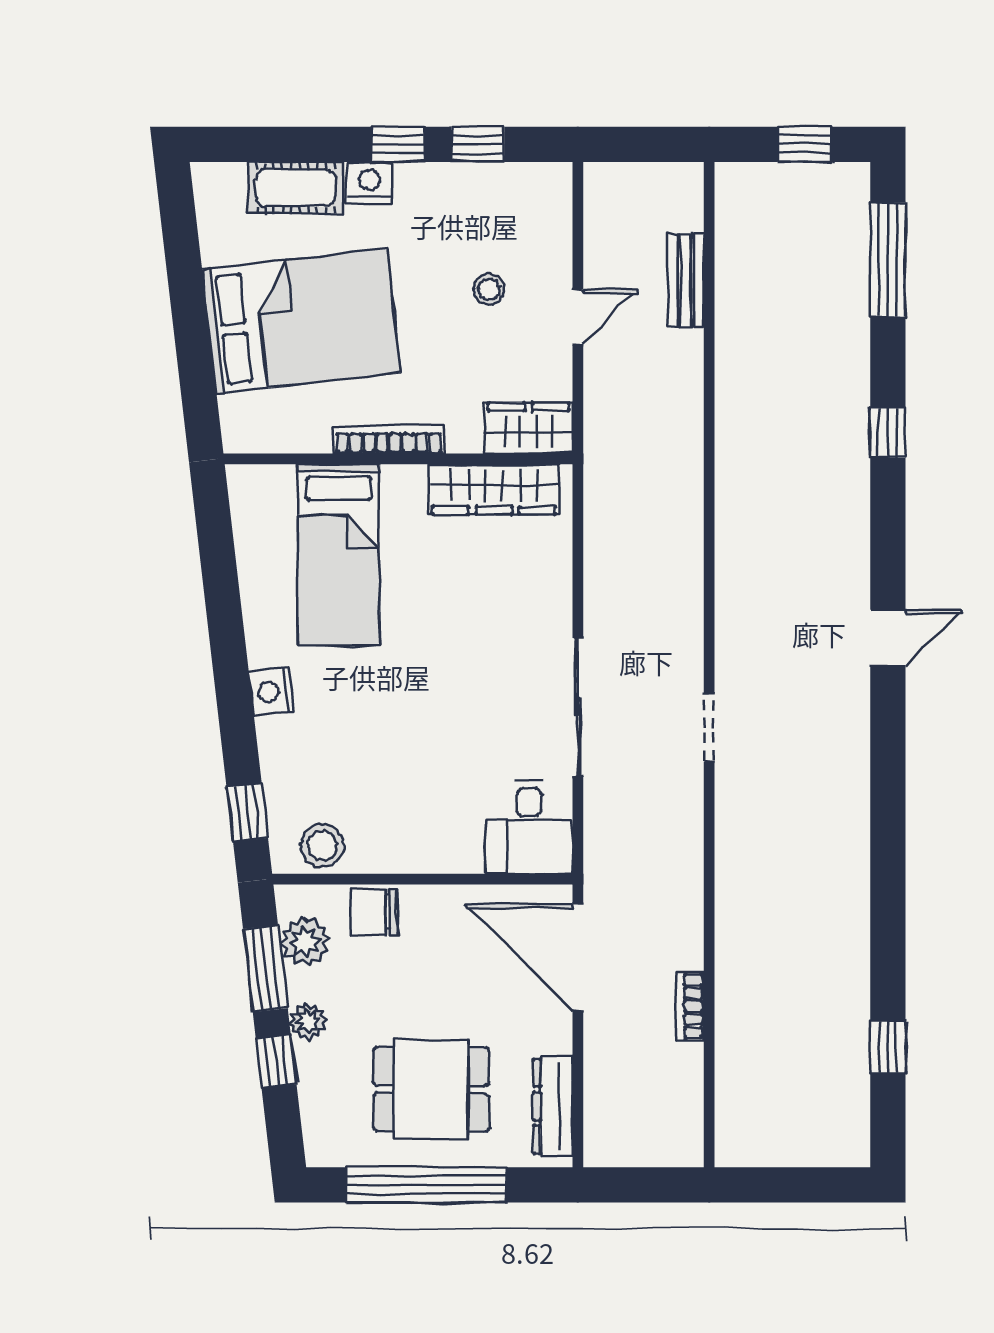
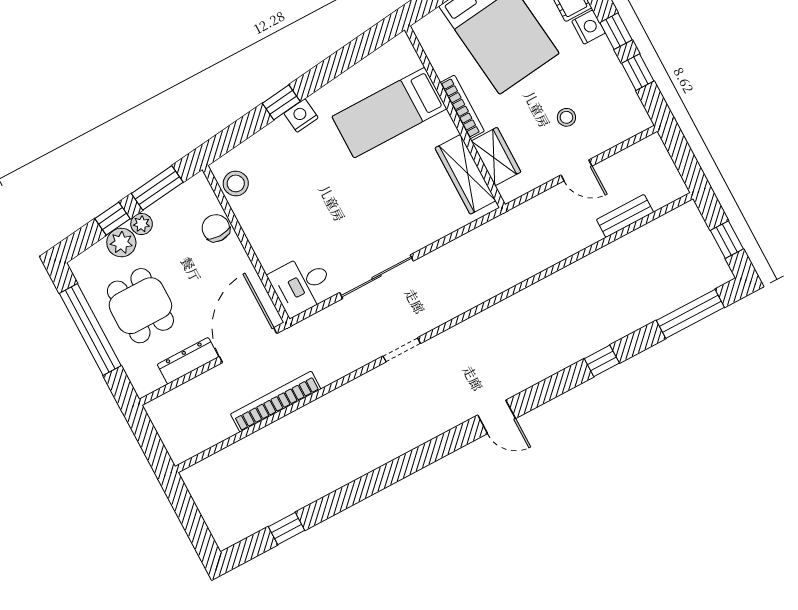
wardrobe: (529, 428) -> (496, 156), moved
window: (247, 813) -> (281, 102), moved
plant: (305, 942) -> (121, 243), moved
bookcase: (690, 1006) -> (276, 402), width x2.31, depth x1.31
dresser: (553, 1106) -> (188, 361), moved

